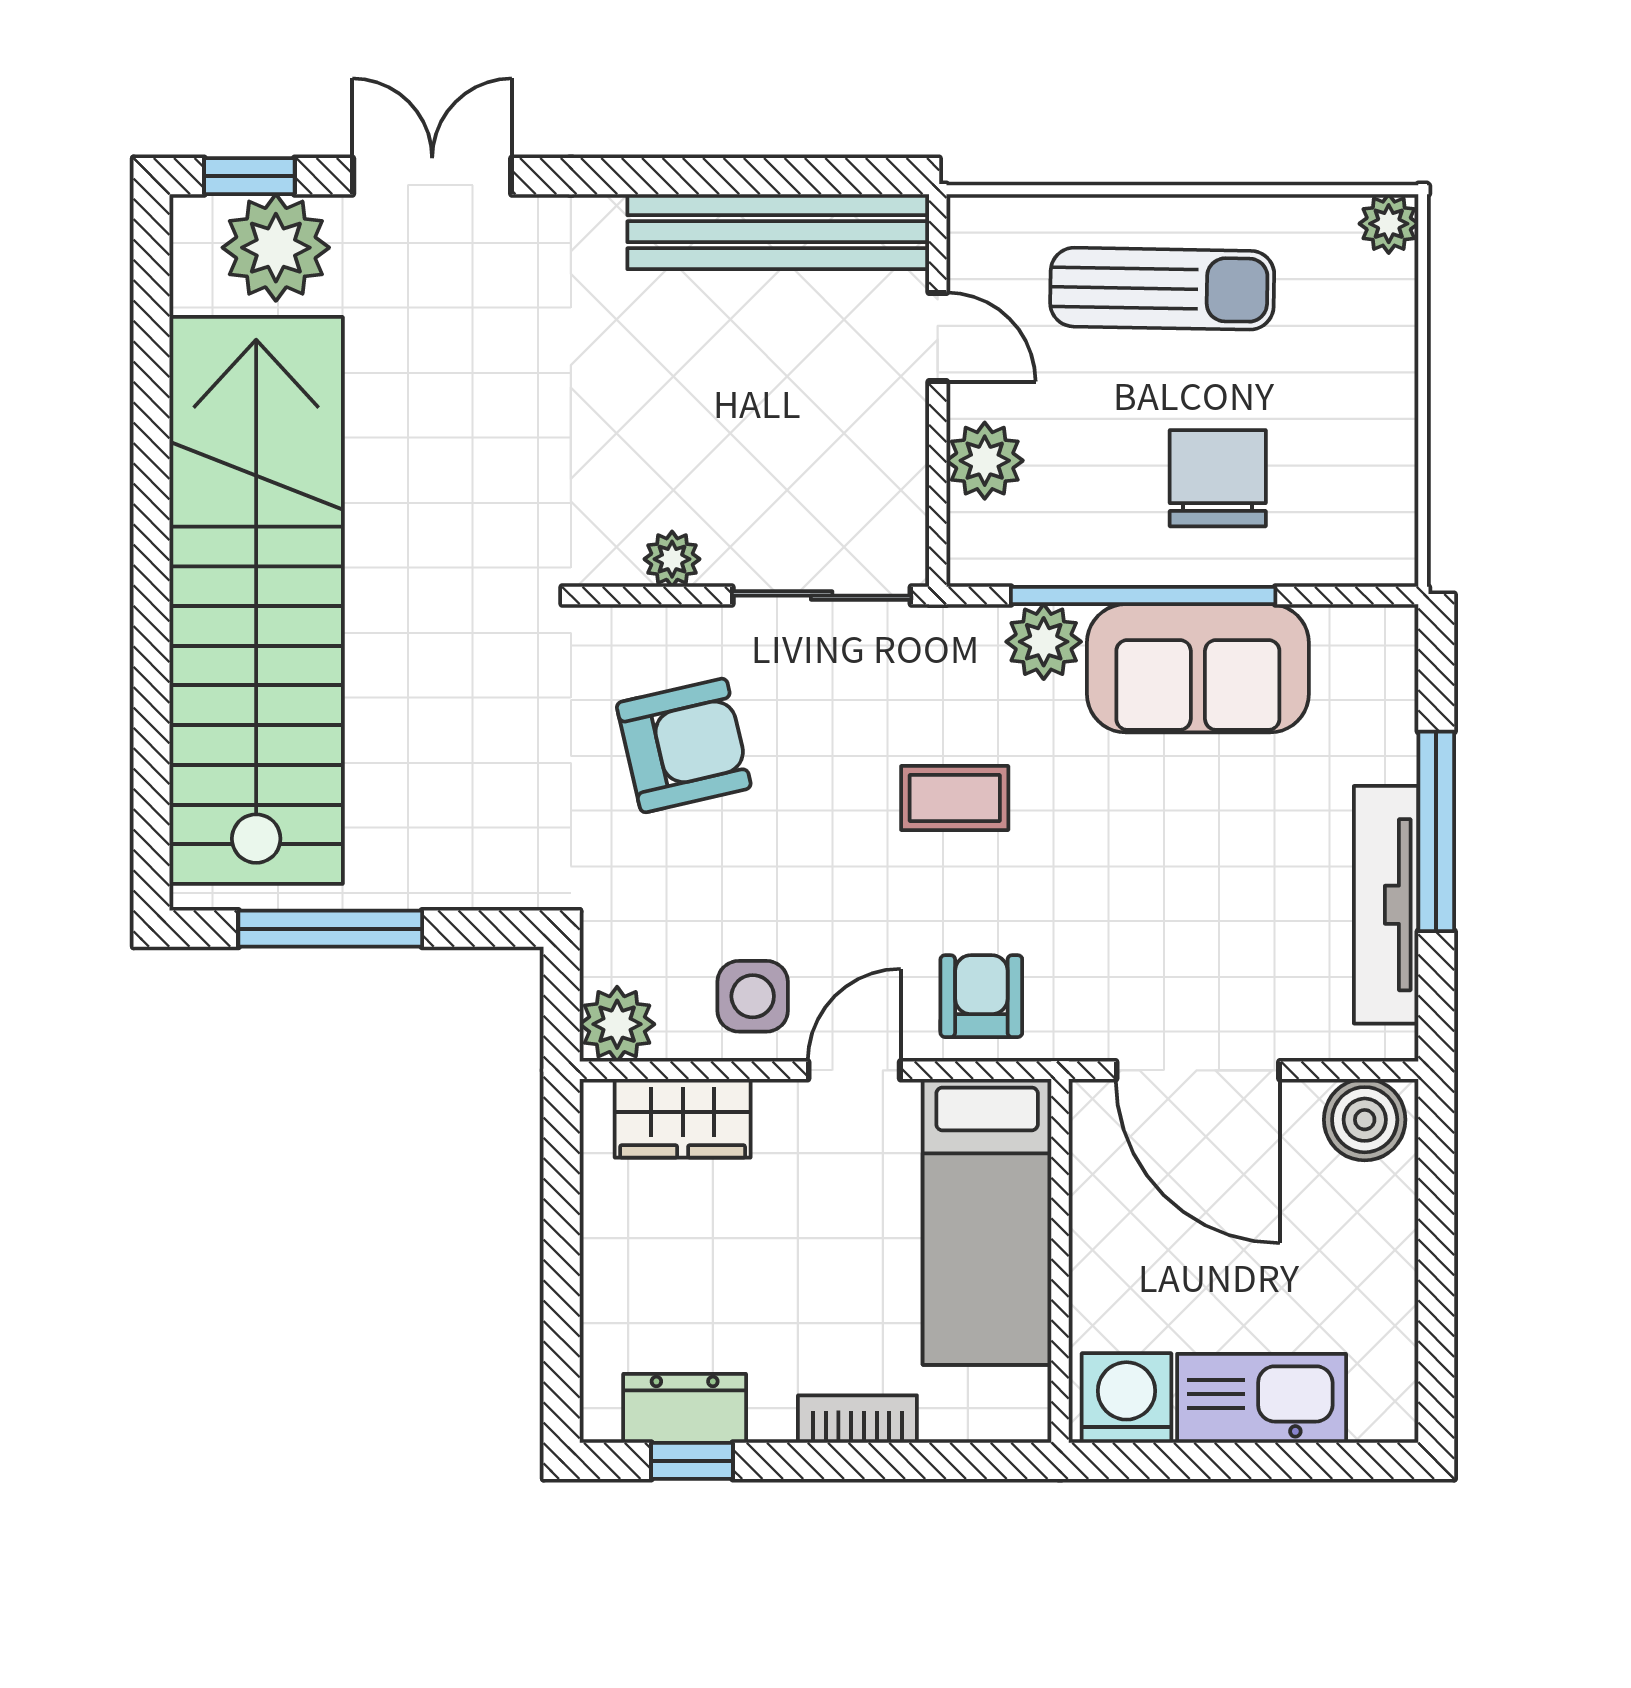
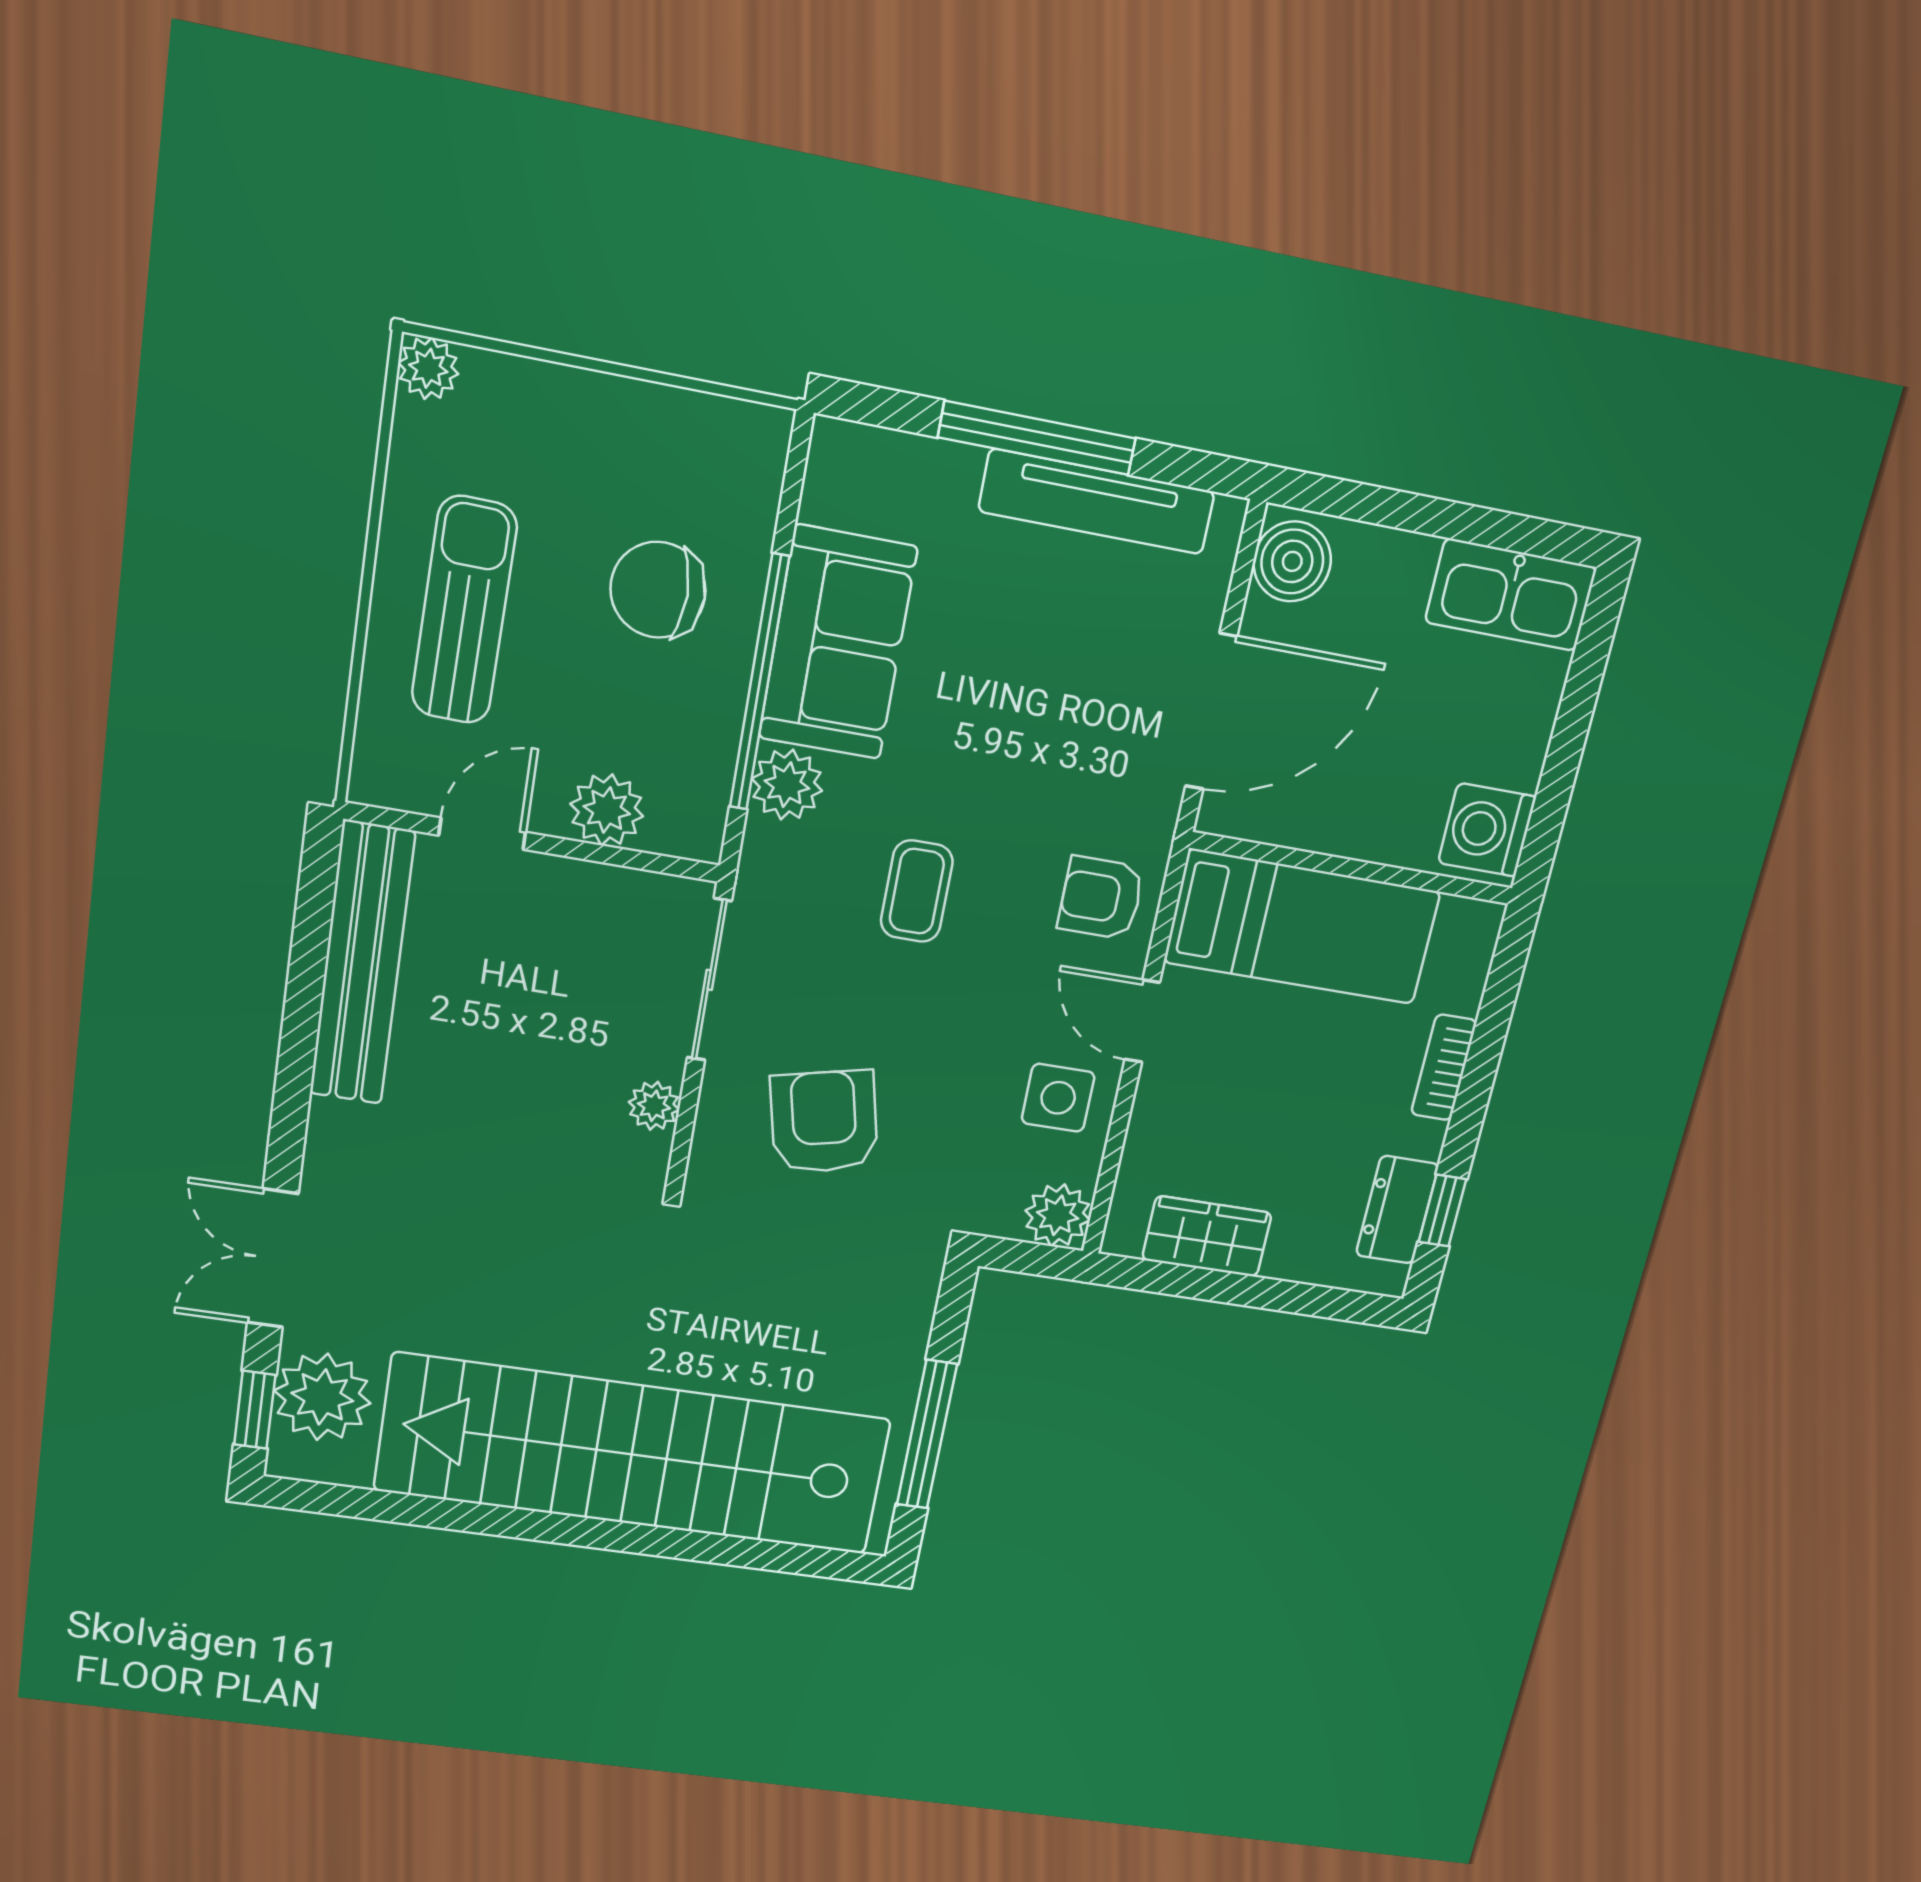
wardrobe: (683, 1118) -> (1207, 1236), moved, turned -90
kitchen sink: (1262, 1398) -> (1511, 595), moved, turned -90

